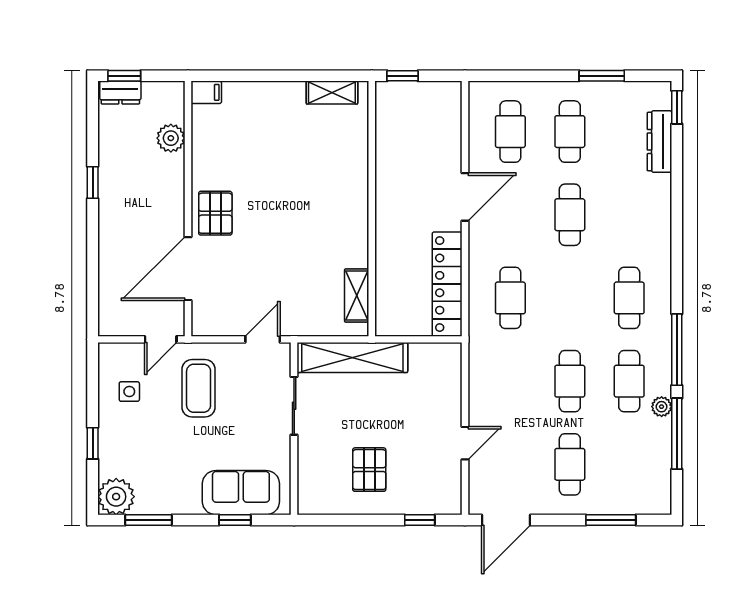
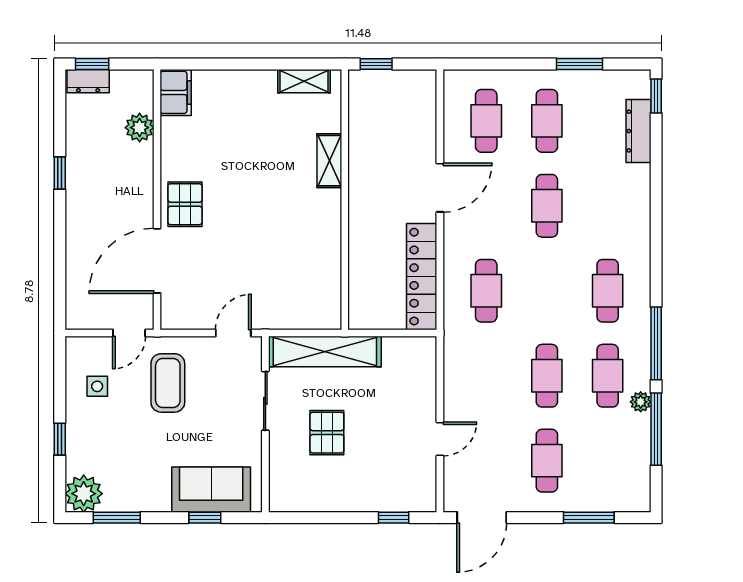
filing cabinet: (206, 92) -> (176, 92), width x2.00
shelving: (357, 296) -> (329, 161), moved
pallet: (369, 470) -> (327, 433), moved

